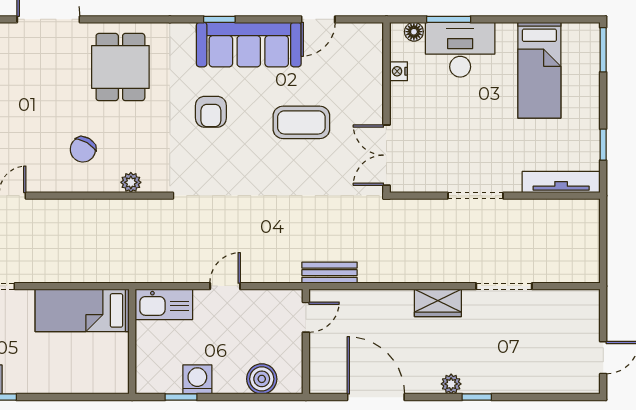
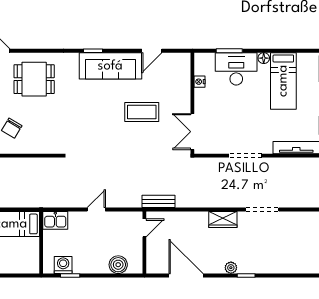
floor lamp: (414, 32) -> (264, 58), moved
dining table: (120, 67) -> (34, 79), turned 90
armchair: (211, 112) -> (88, 106), removed
plant: (131, 182) -> (40, 148), removed
kitchen sink: (164, 304) -> (55, 220), width x0.73
washing machine: (197, 379) -> (63, 265), moved

